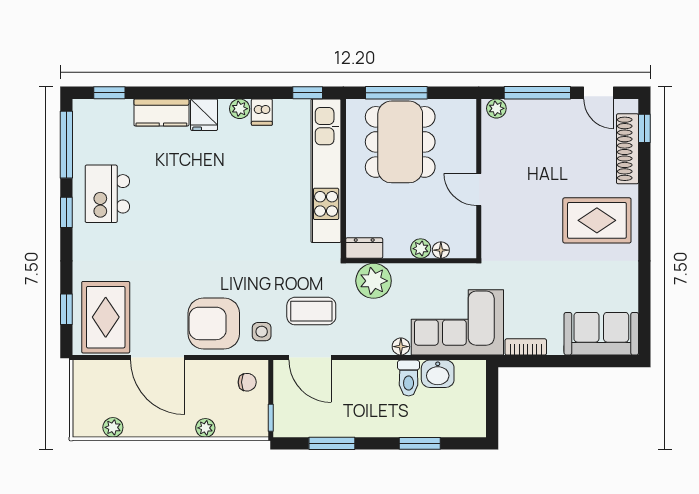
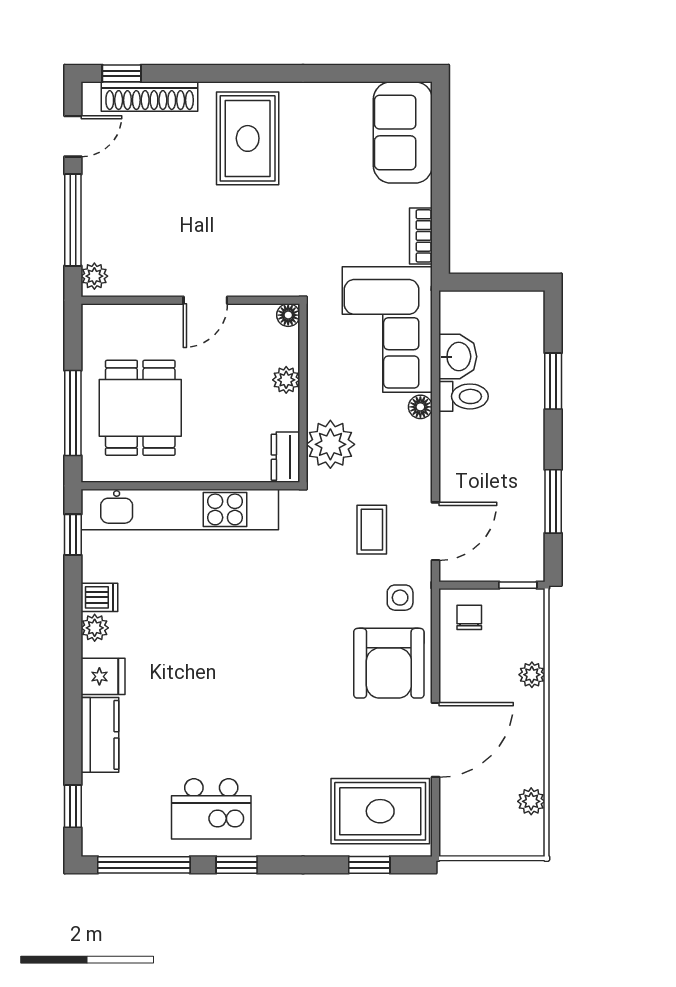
dining table: (400, 142) -> (140, 408), width x0.73
floor lamp: (441, 250) -> (288, 315), moved
coffee table: (311, 311) -> (372, 530), width x0.73, depth x0.77

